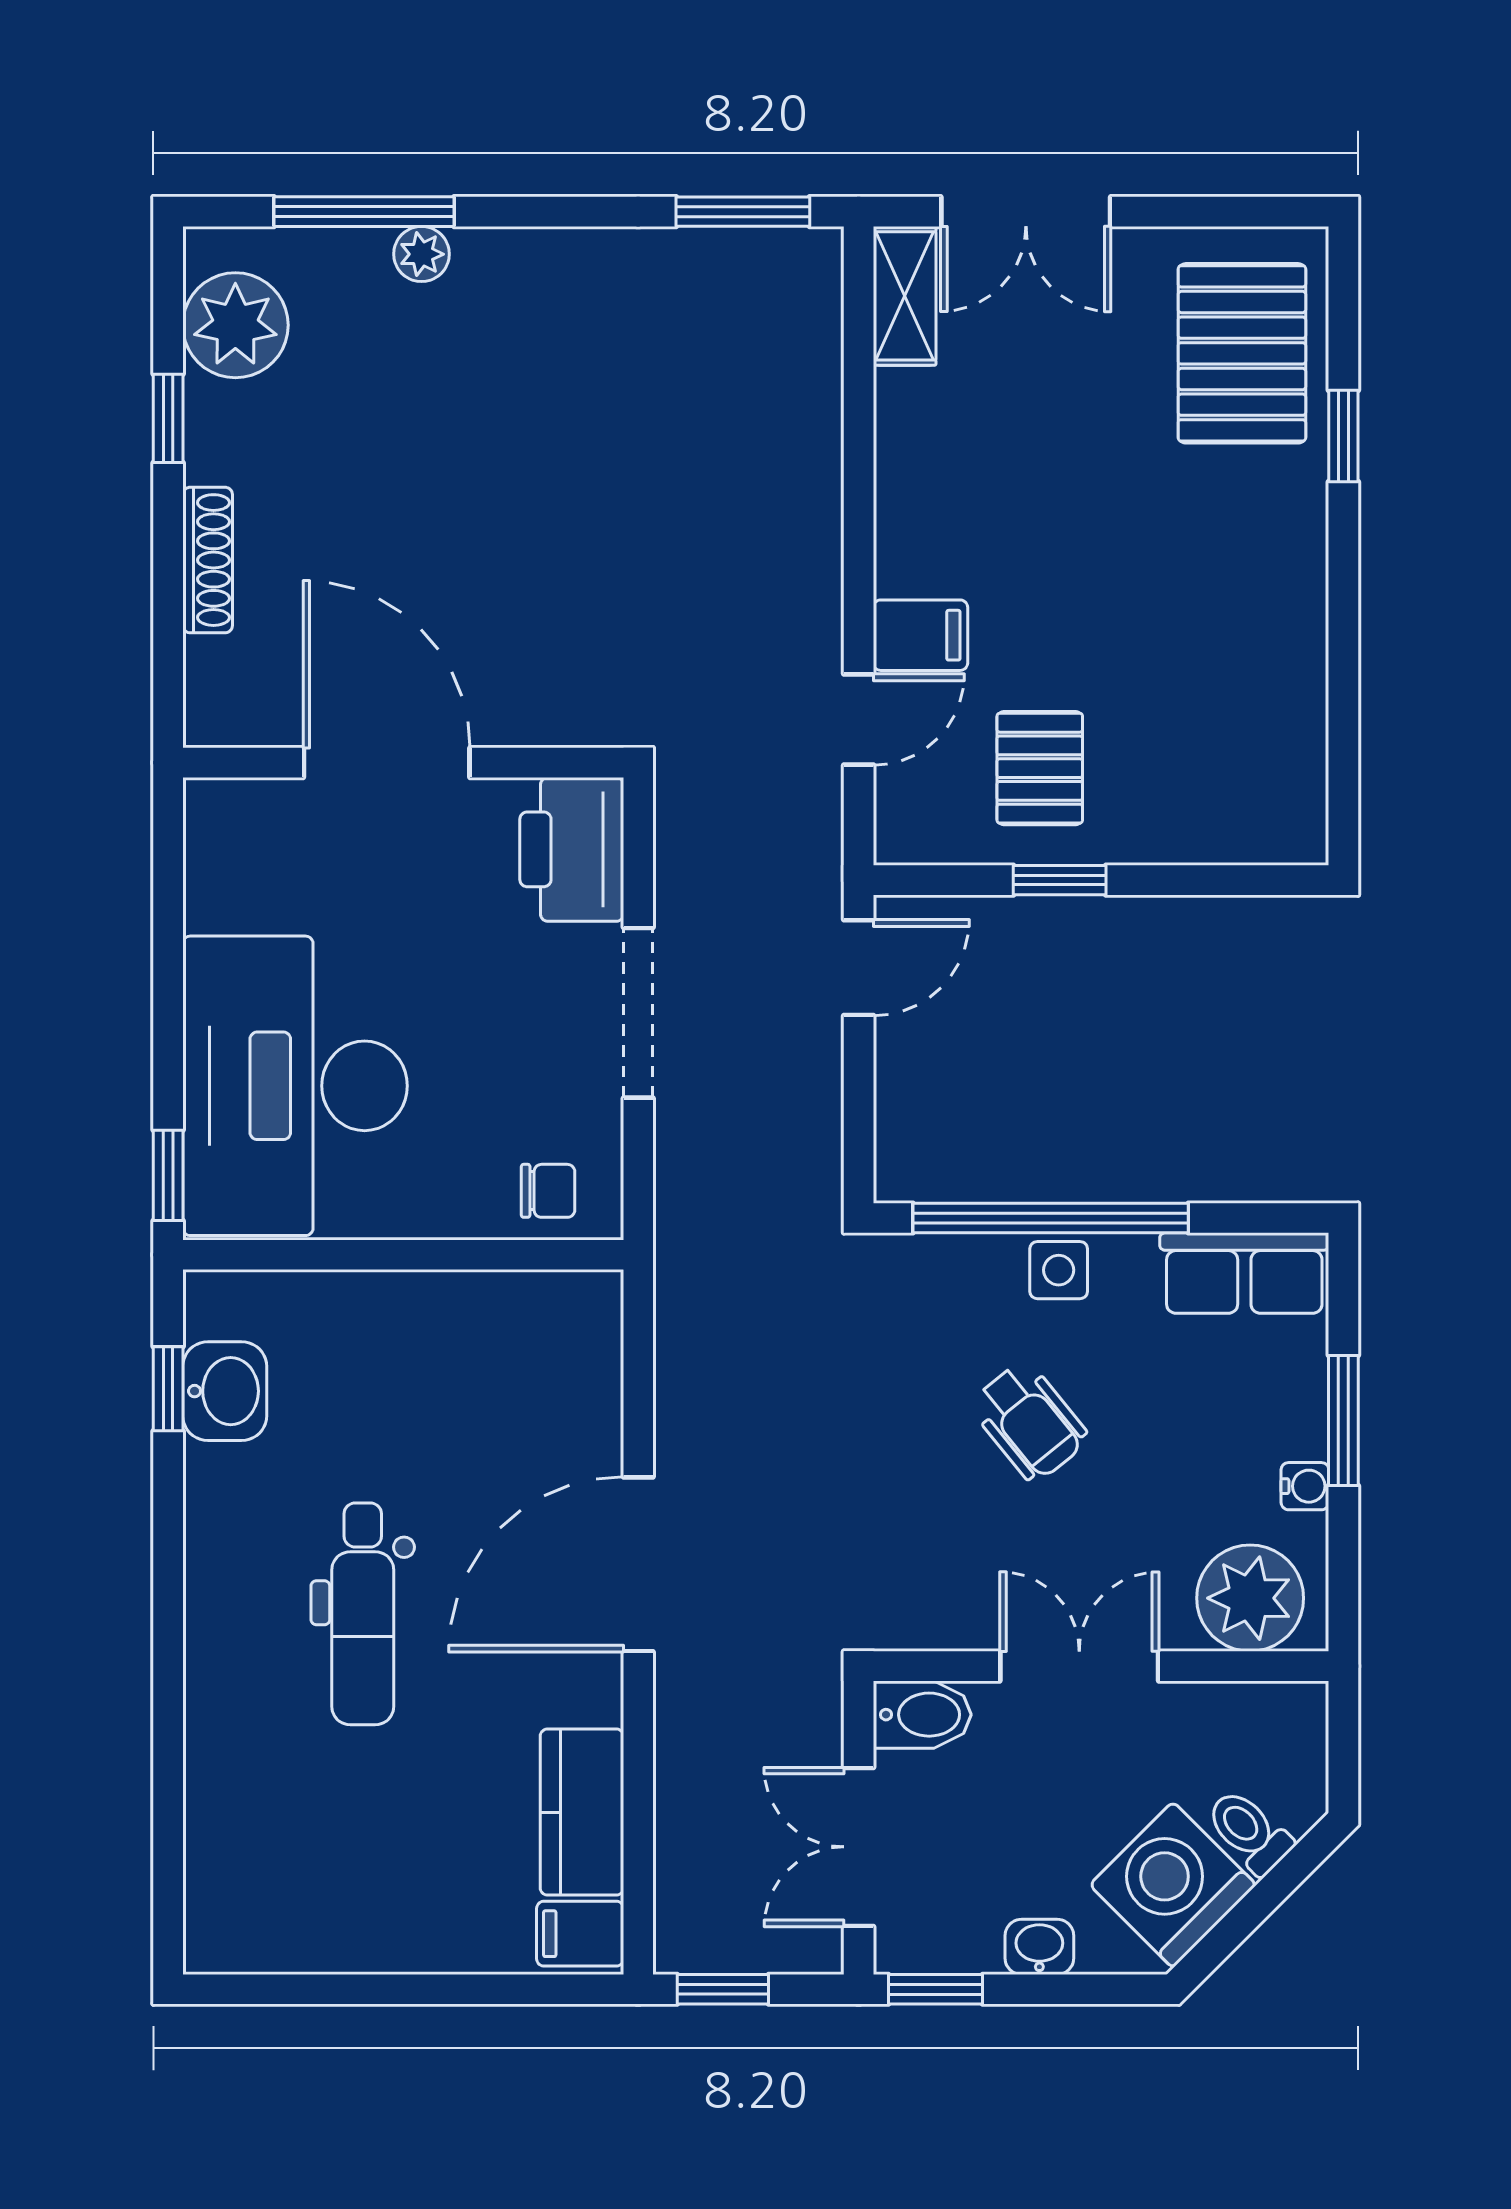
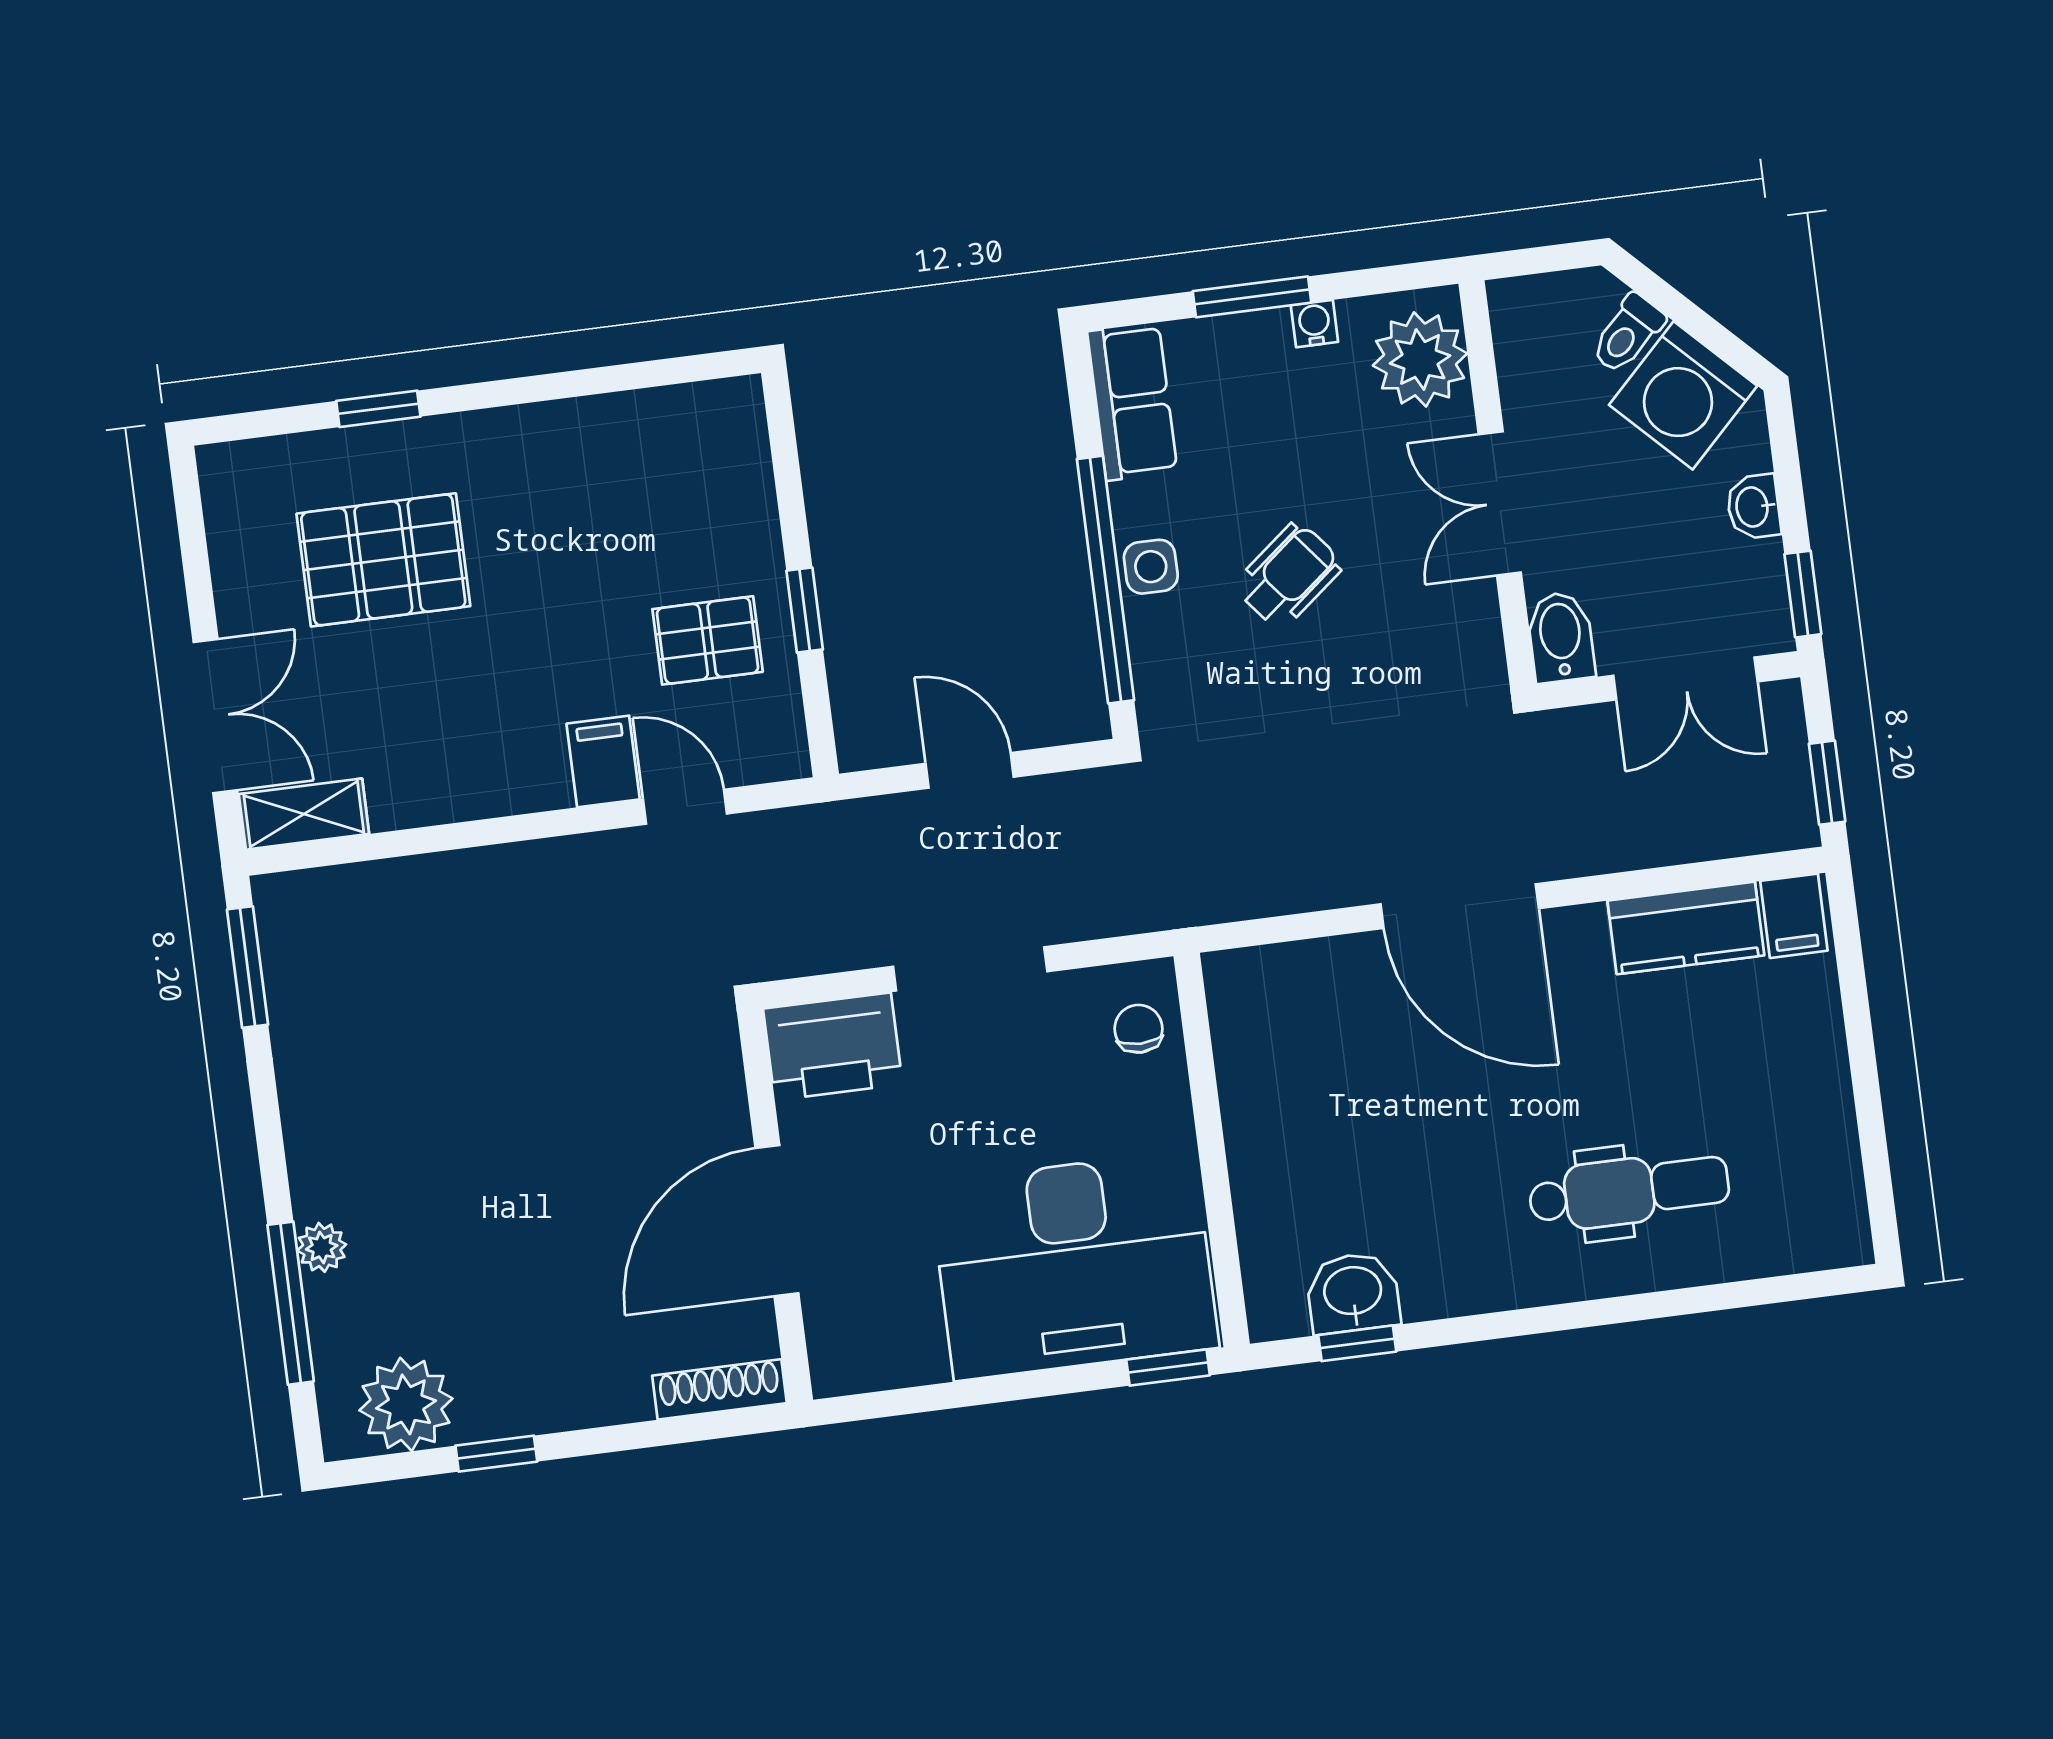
pallet: (1242, 353) -> (383, 560), moved
shoe rack: (208, 560) -> (720, 1389), moved
door: (859, 968) -> (970, 770), moved
dental chair: (363, 1614) -> (1629, 1191), moved

